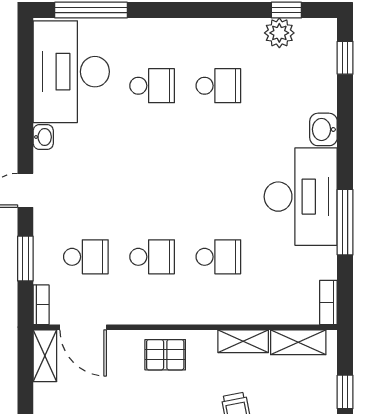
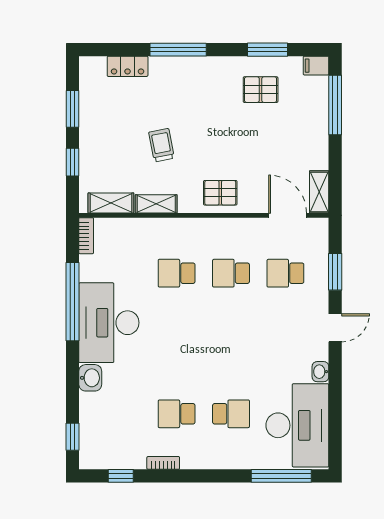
plant: (279, 33) -> (127, 457), removed
school desk: (152, 86) -> (231, 414), turned 180
window: (345, 222) -> (72, 302), width x1.46
bookcase: (41, 305) -> (163, 463), moved, turned 90

